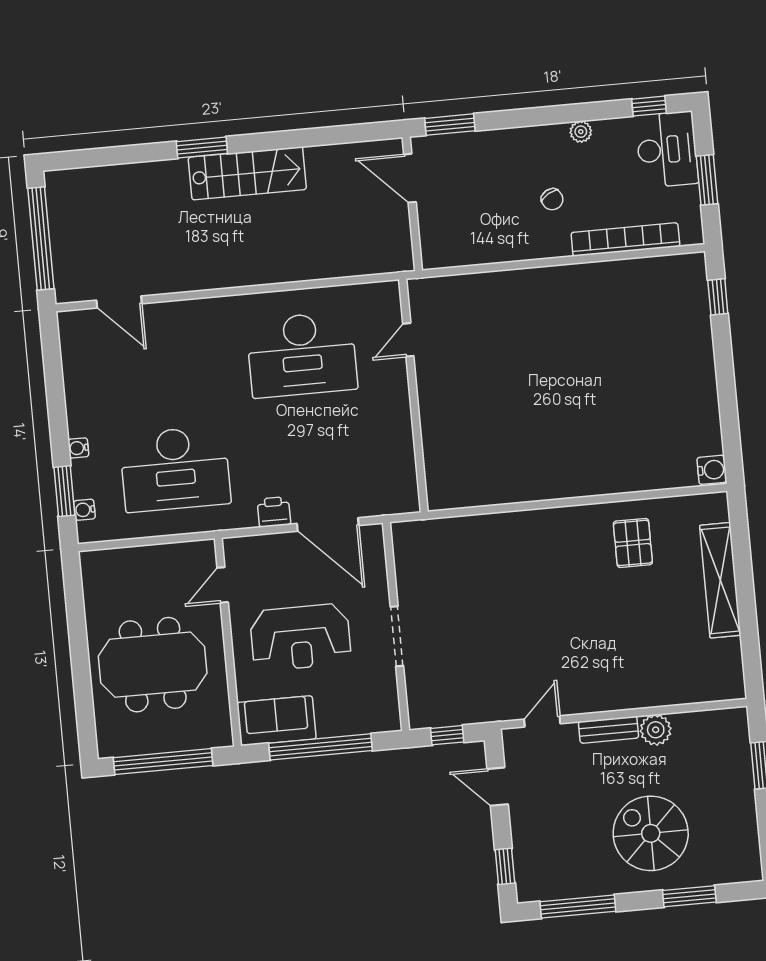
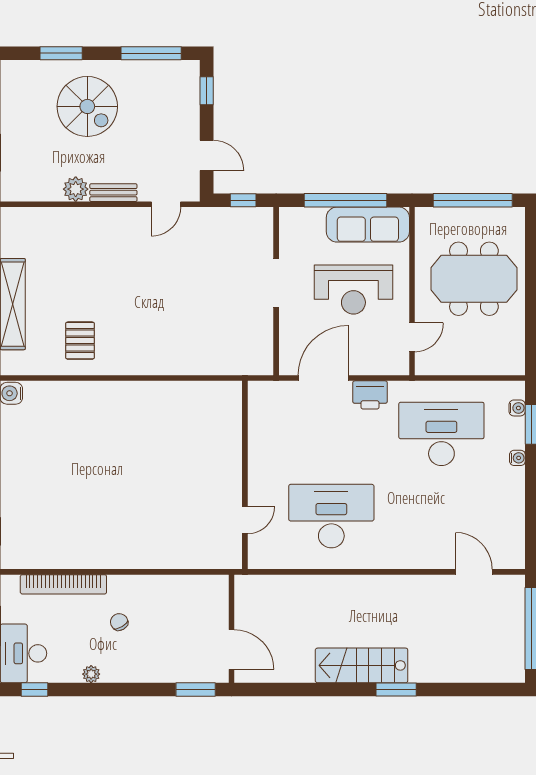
printer: (274, 512) -> (370, 395), width x1.36, depth x1.24
door: (328, 524) -> (323, 378), hinge flipped
reception desk: (300, 637) -> (353, 290), turned 180
sofa: (276, 721) -> (368, 225), width x1.36

